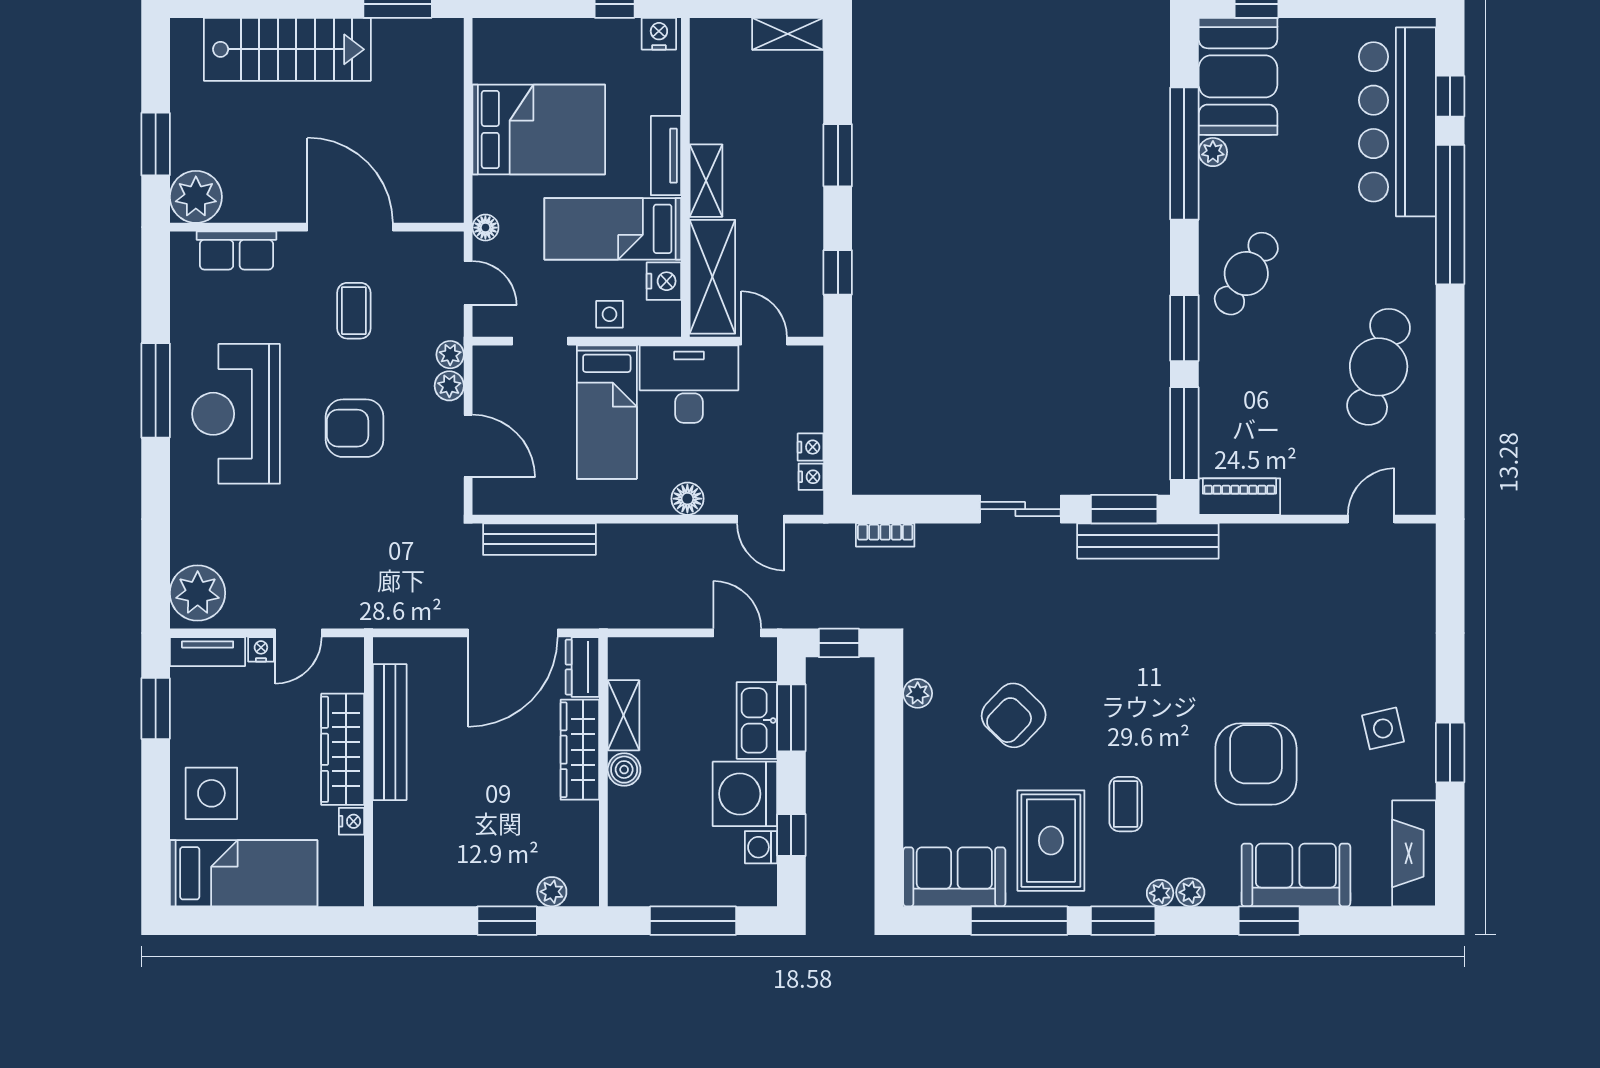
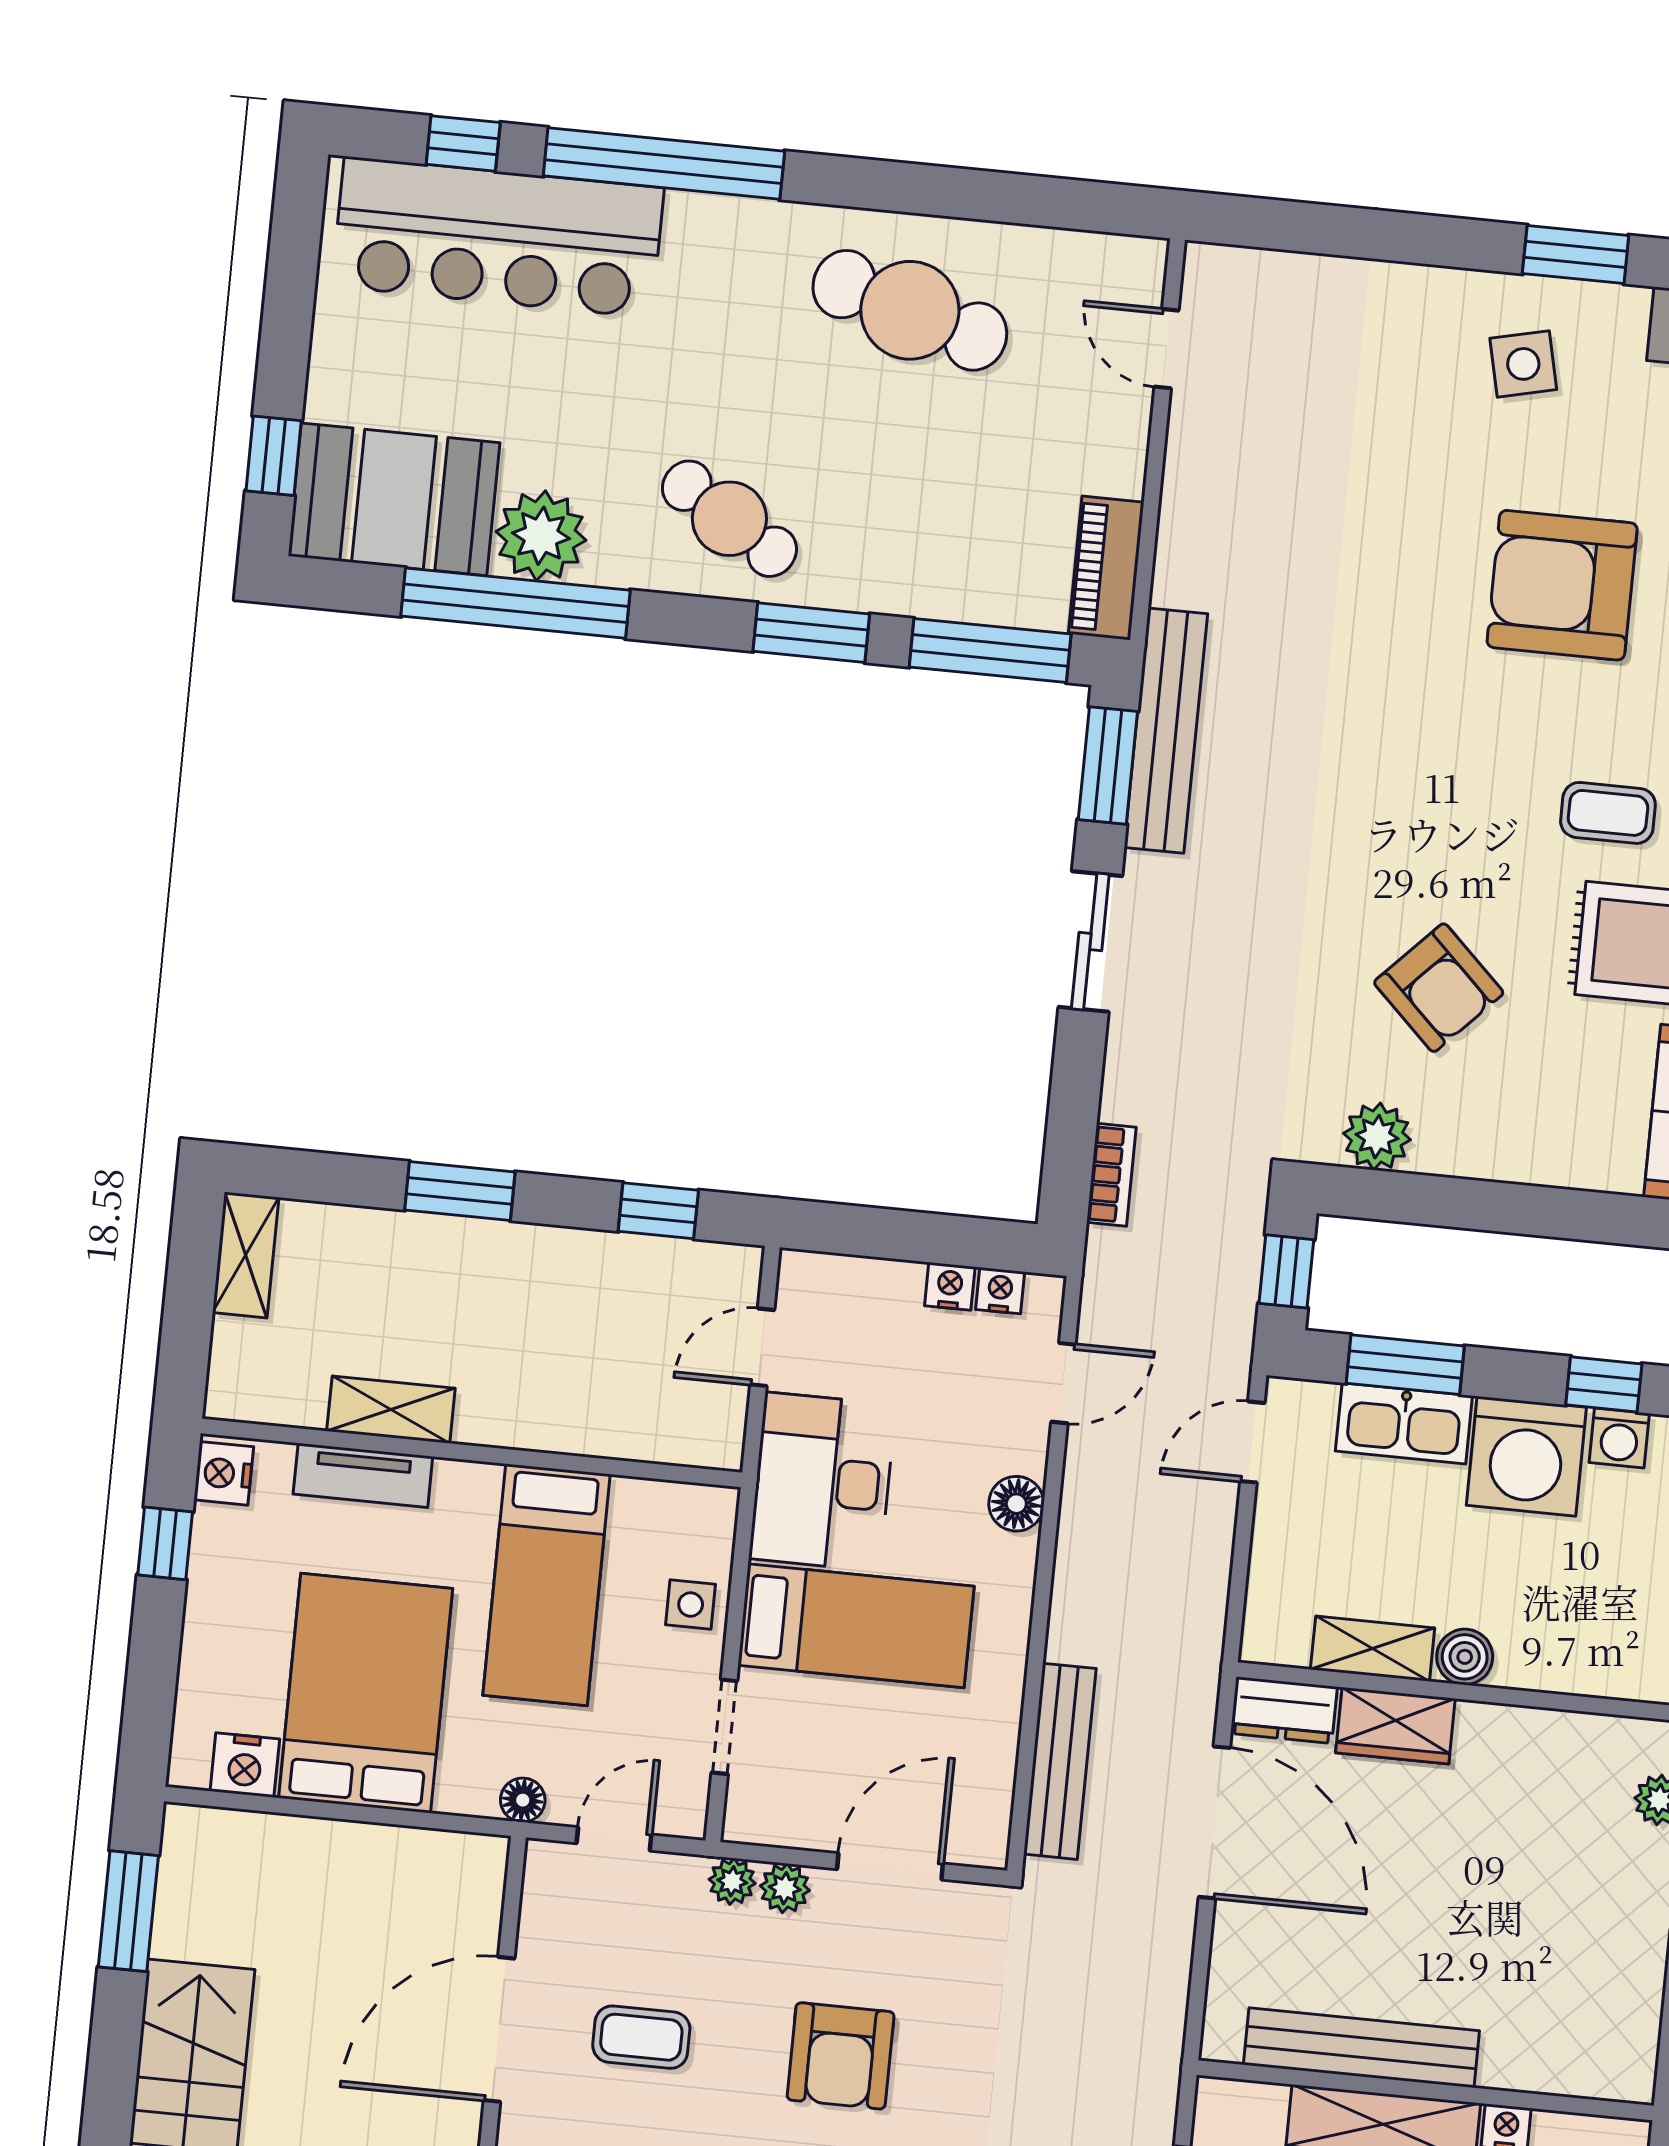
plant: (1213, 152) -> (541, 536), width x1.88, depth x1.88
tv unit: (666, 156) -> (363, 1475), moved
shelving: (706, 181) -> (391, 1410), moved
shelving: (712, 277) -> (645, 1424), removed
nightstand: (664, 281) -> (245, 1765), moved, turned 180
plant: (918, 693) -> (1377, 1137), width x1.38, depth x1.38
wardrobe: (580, 750) -> (1395, 1726), width x0.67

